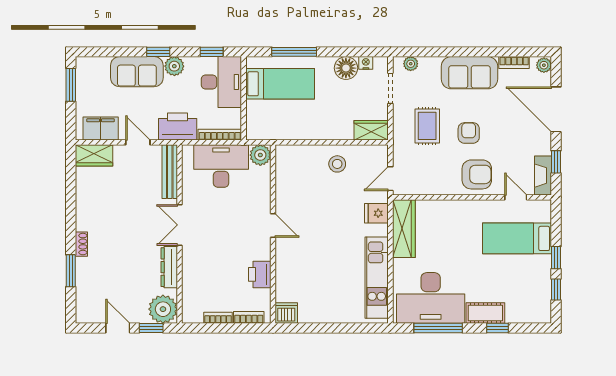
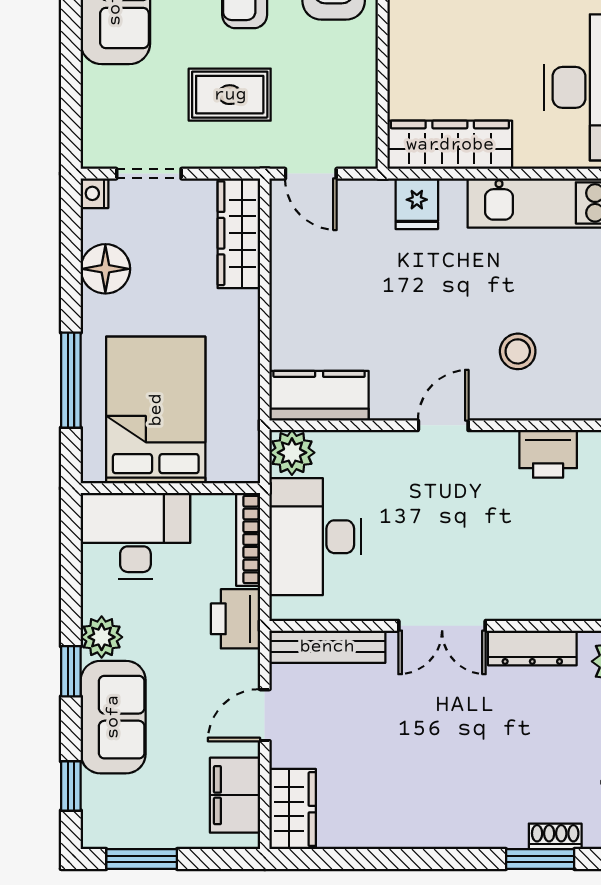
window: (212, 52) -> (71, 786), moved
nightstand: (366, 63) -> (95, 193), moved
plant: (411, 64) -> (96, 130), removed
bed: (280, 84) -> (156, 410), width x1.50
printer: (178, 126) -> (235, 619), width x0.73, depth x0.84
wardrobe: (371, 130) -> (239, 233), width x1.50
stool: (337, 164) -> (518, 351), moved
kitchen counter: (287, 168) -> (319, 396), added
door: (390, 179) -> (311, 174), moved
shoe rack: (81, 244) -> (555, 836), moved

